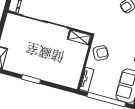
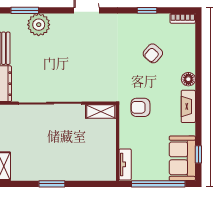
armchair: (101, 53) -> (140, 107), moved, turned -152

